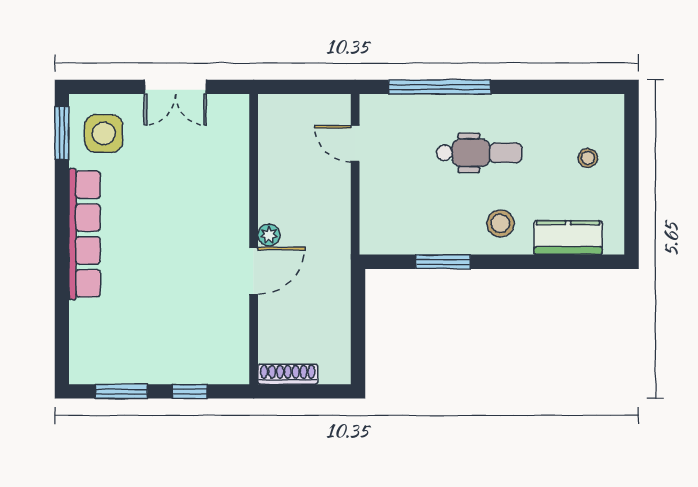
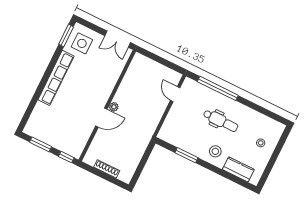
plant: (269, 235) -> (114, 107), moved
wall: (254, 239) -> (107, 106), moved
door: (254, 271) -> (101, 118), moved

